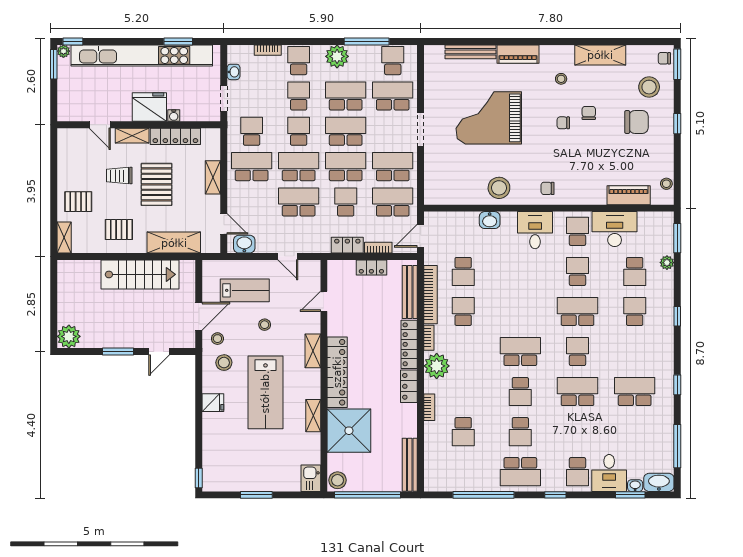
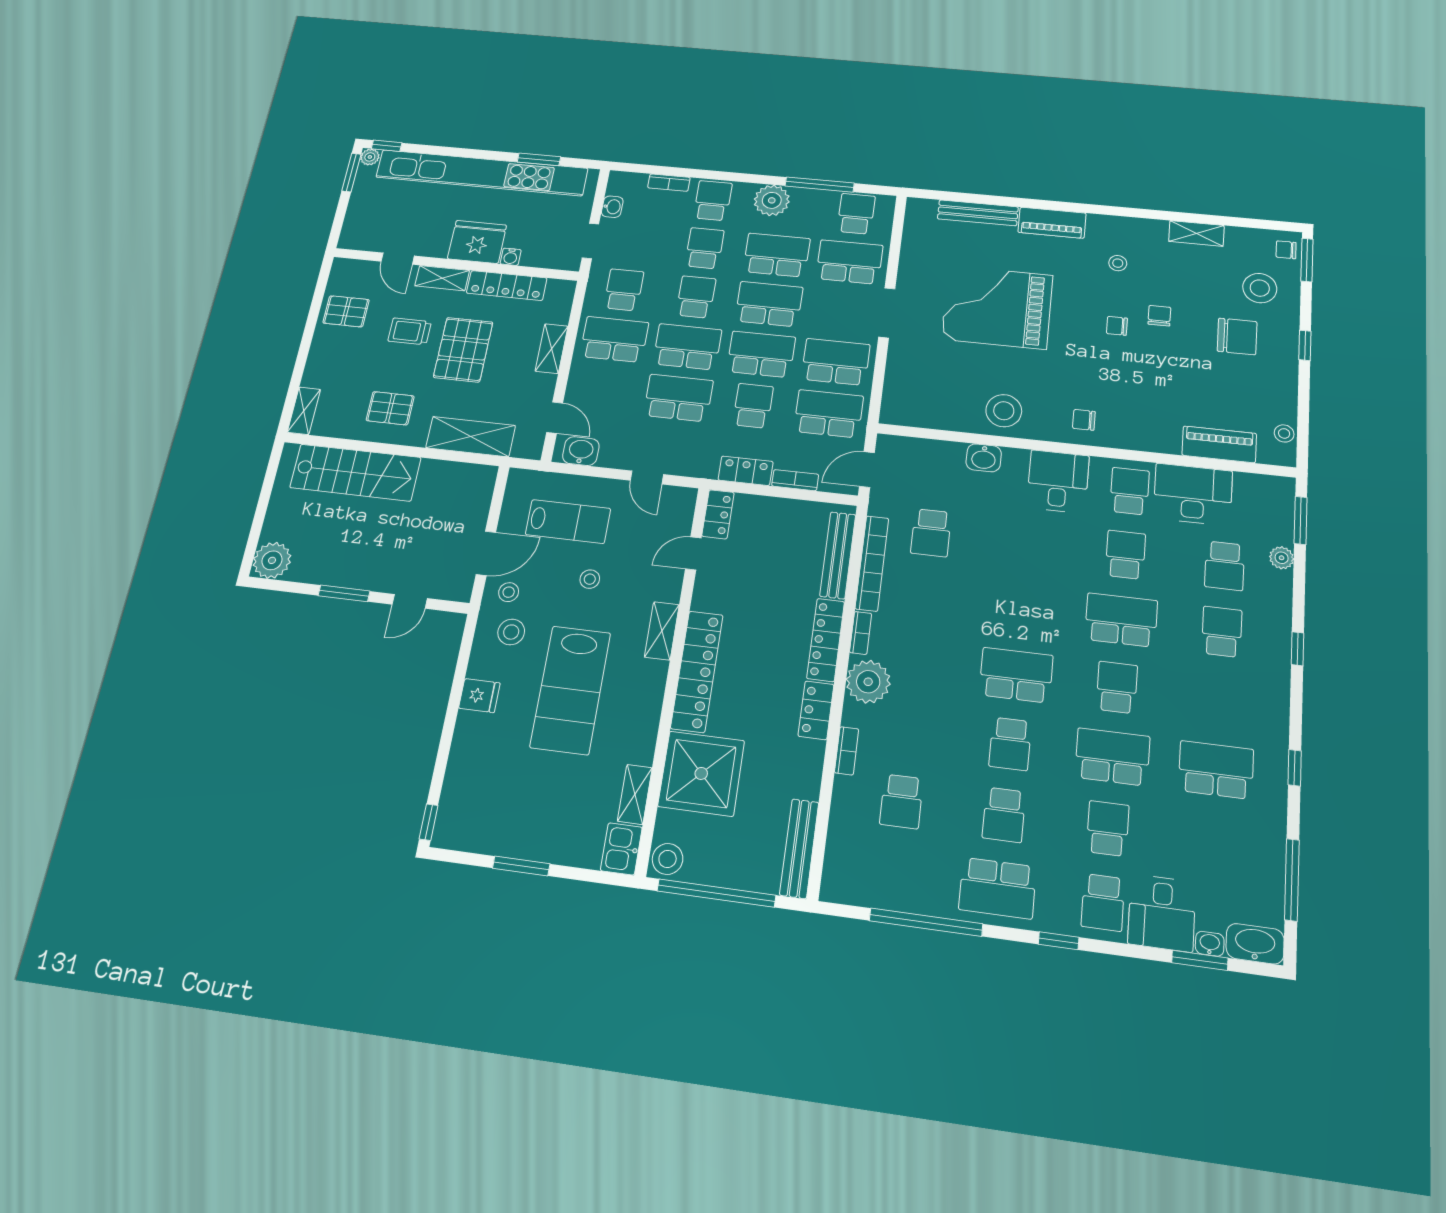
shelving: (600, 55) -> (1196, 233), width x0.67, depth x0.75
pallet: (78, 202) -> (346, 311), moved
locker: (371, 267) -> (718, 514), moved, turned -90
stairs: (140, 274) -> (355, 473), moved
school desk: (463, 311) -> (1108, 828), moved
shelving: (313, 416) -> (635, 794), moved

